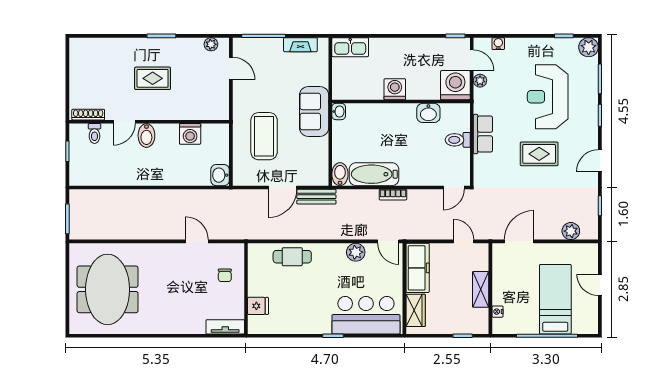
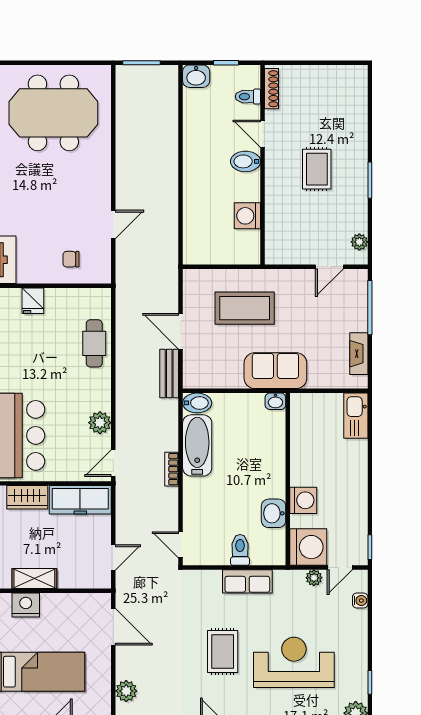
washing machine: (395, 89) -> (303, 500), moved
washbasin: (220, 175) -> (196, 76), moved, turned 180
shelving: (481, 289) -> (34, 578), moved
nightstand: (497, 312) -> (26, 605), width x1.89, depth x1.79

